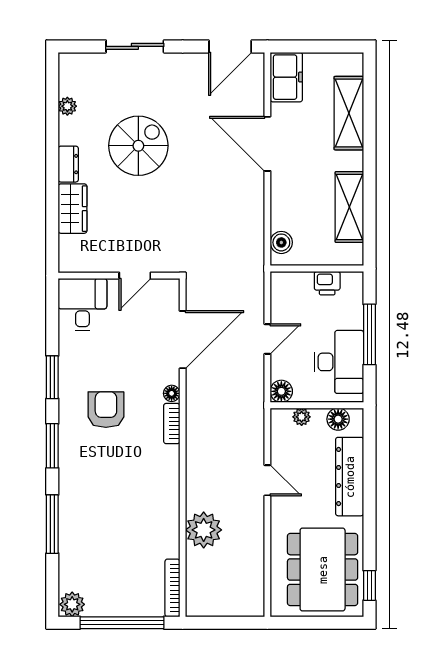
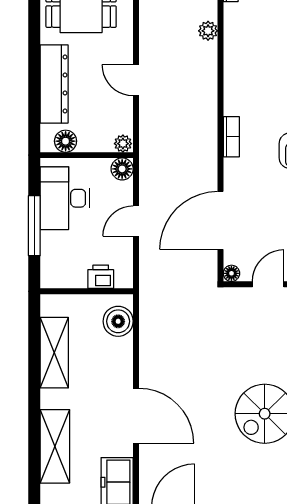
boiler: (281, 242) -> (118, 321), width x1.36, depth x1.36
printer: (327, 283) -> (101, 277), moved
floor lamp: (172, 393) -> (231, 273), moved
plant: (302, 417) -> (123, 144), moved
plant: (204, 530) -> (208, 31), width x0.53, depth x0.53

